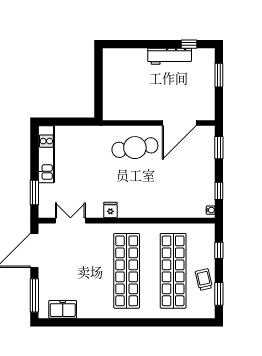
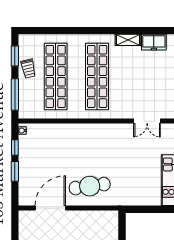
window: (219, 148) -> (15, 171), moved
fridge: (110, 210) -> (111, 130), removed
window: (219, 250) -> (15, 95), width x2.17
shelving: (92, 312) -> (128, 40), added

